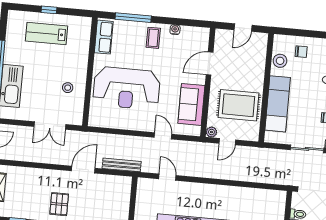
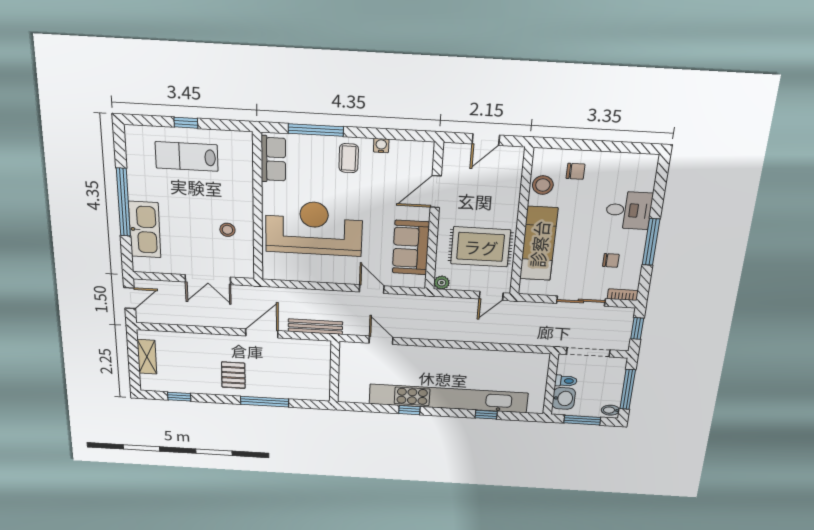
reception desk: (126, 88) -> (314, 228), turned 180
door: (227, 142) -> (491, 296), moved

